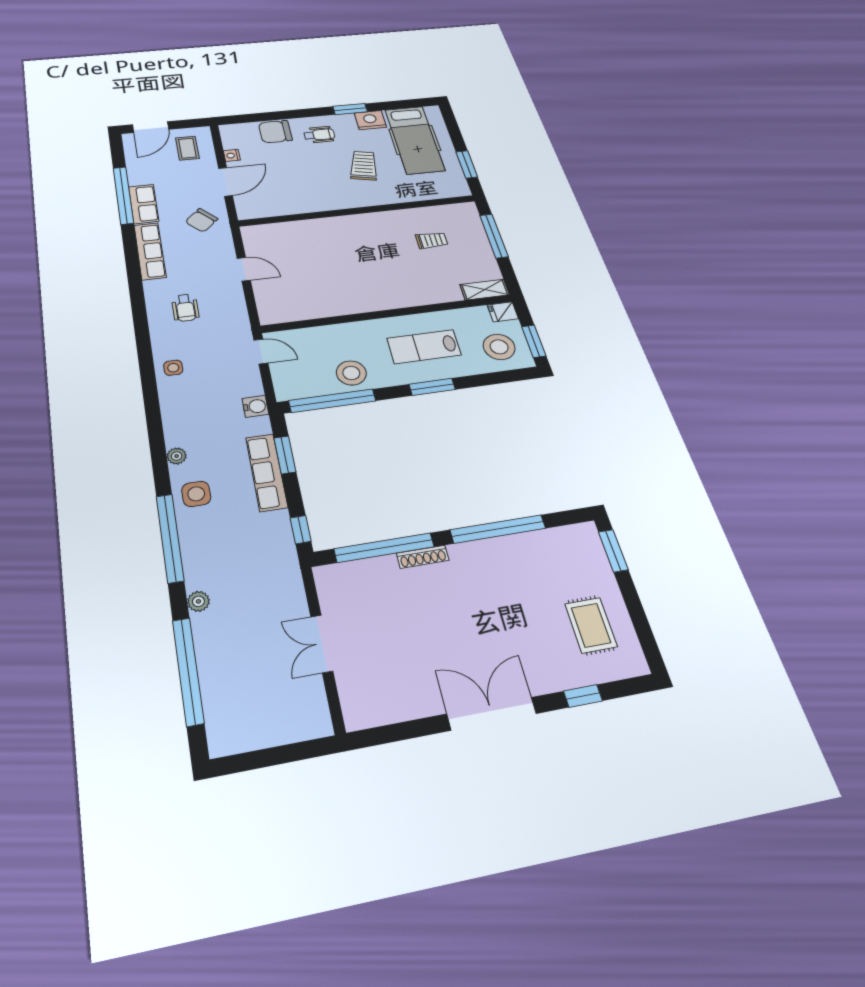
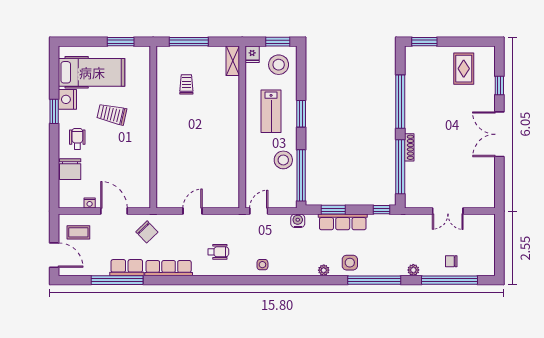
rug: (591, 625) -> (464, 69), turned 90
chair: (226, 667) -> (451, 261), added

